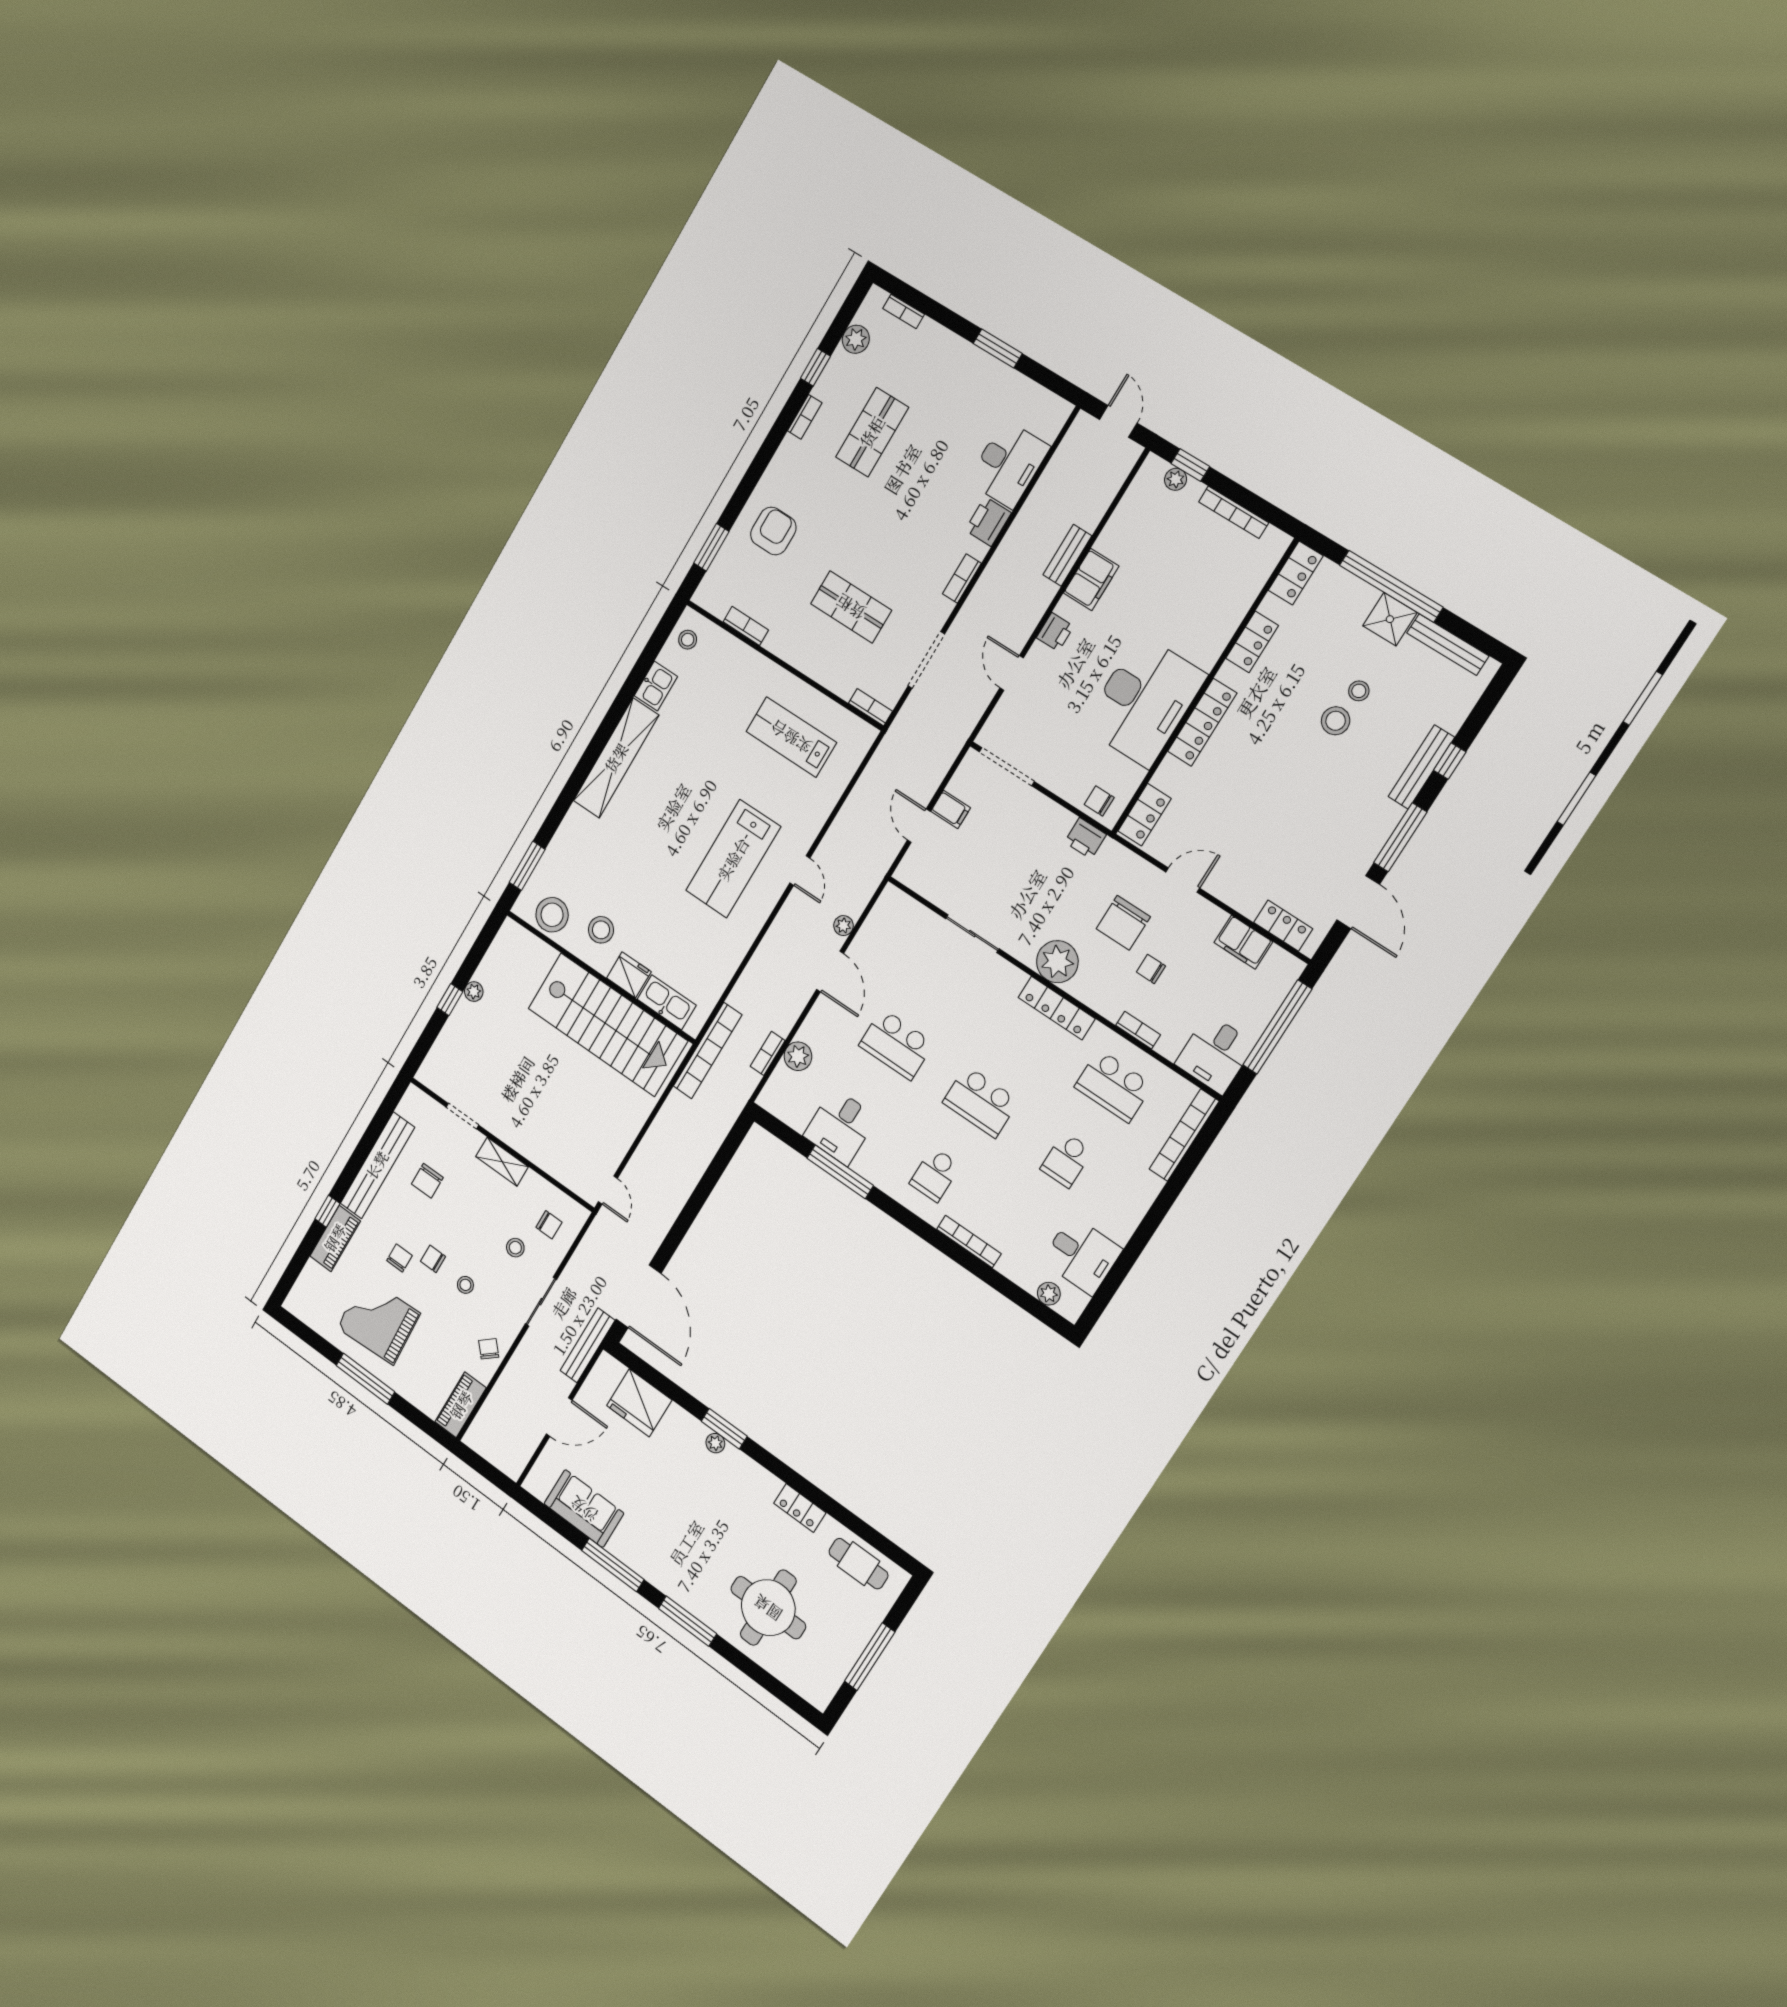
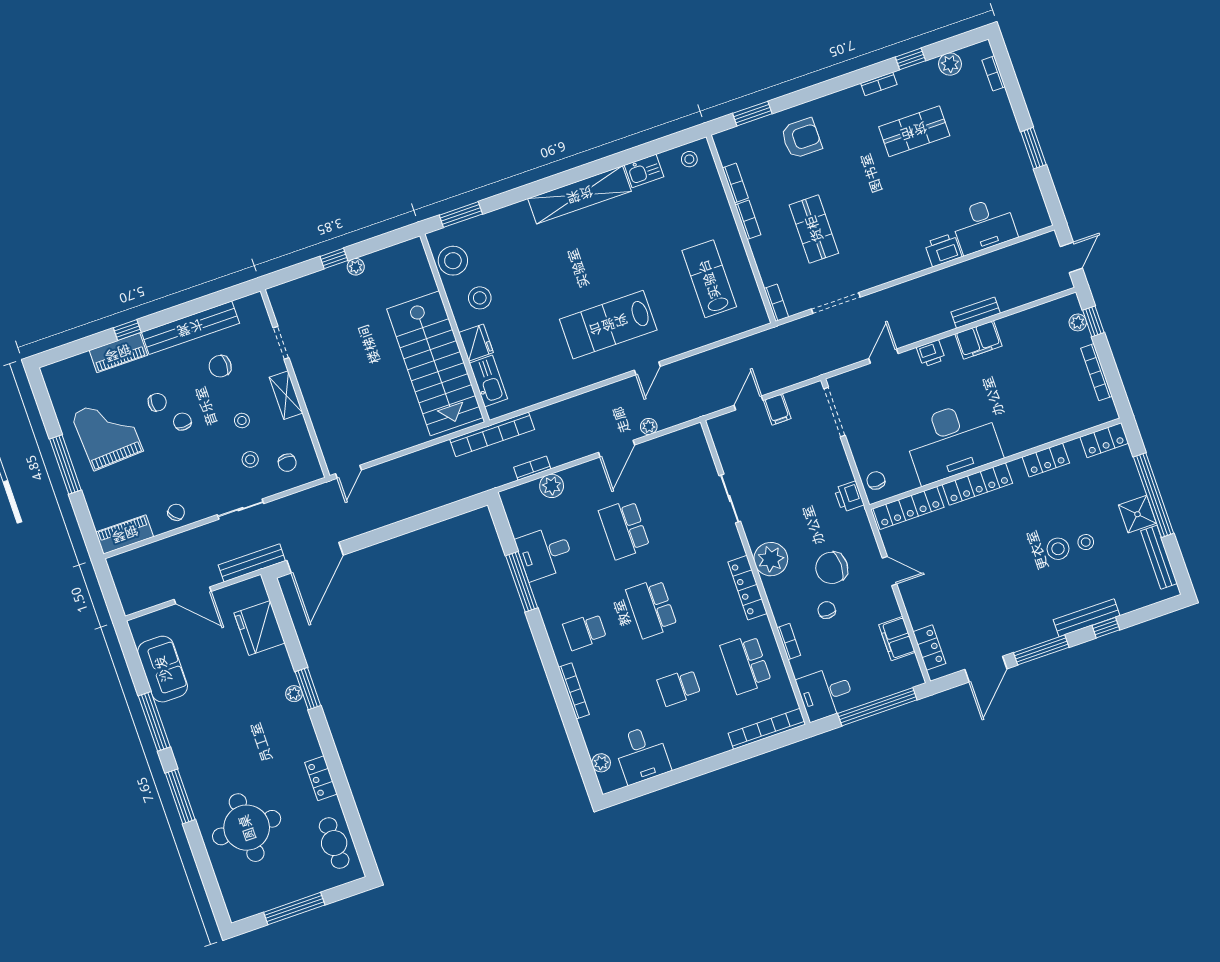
bookcase: (962, 578) -> (748, 220), moved, turned 90
locker: (1145, 815) -> (908, 508), width x1.53
stool: (465, 1285) -> (242, 421), moved

